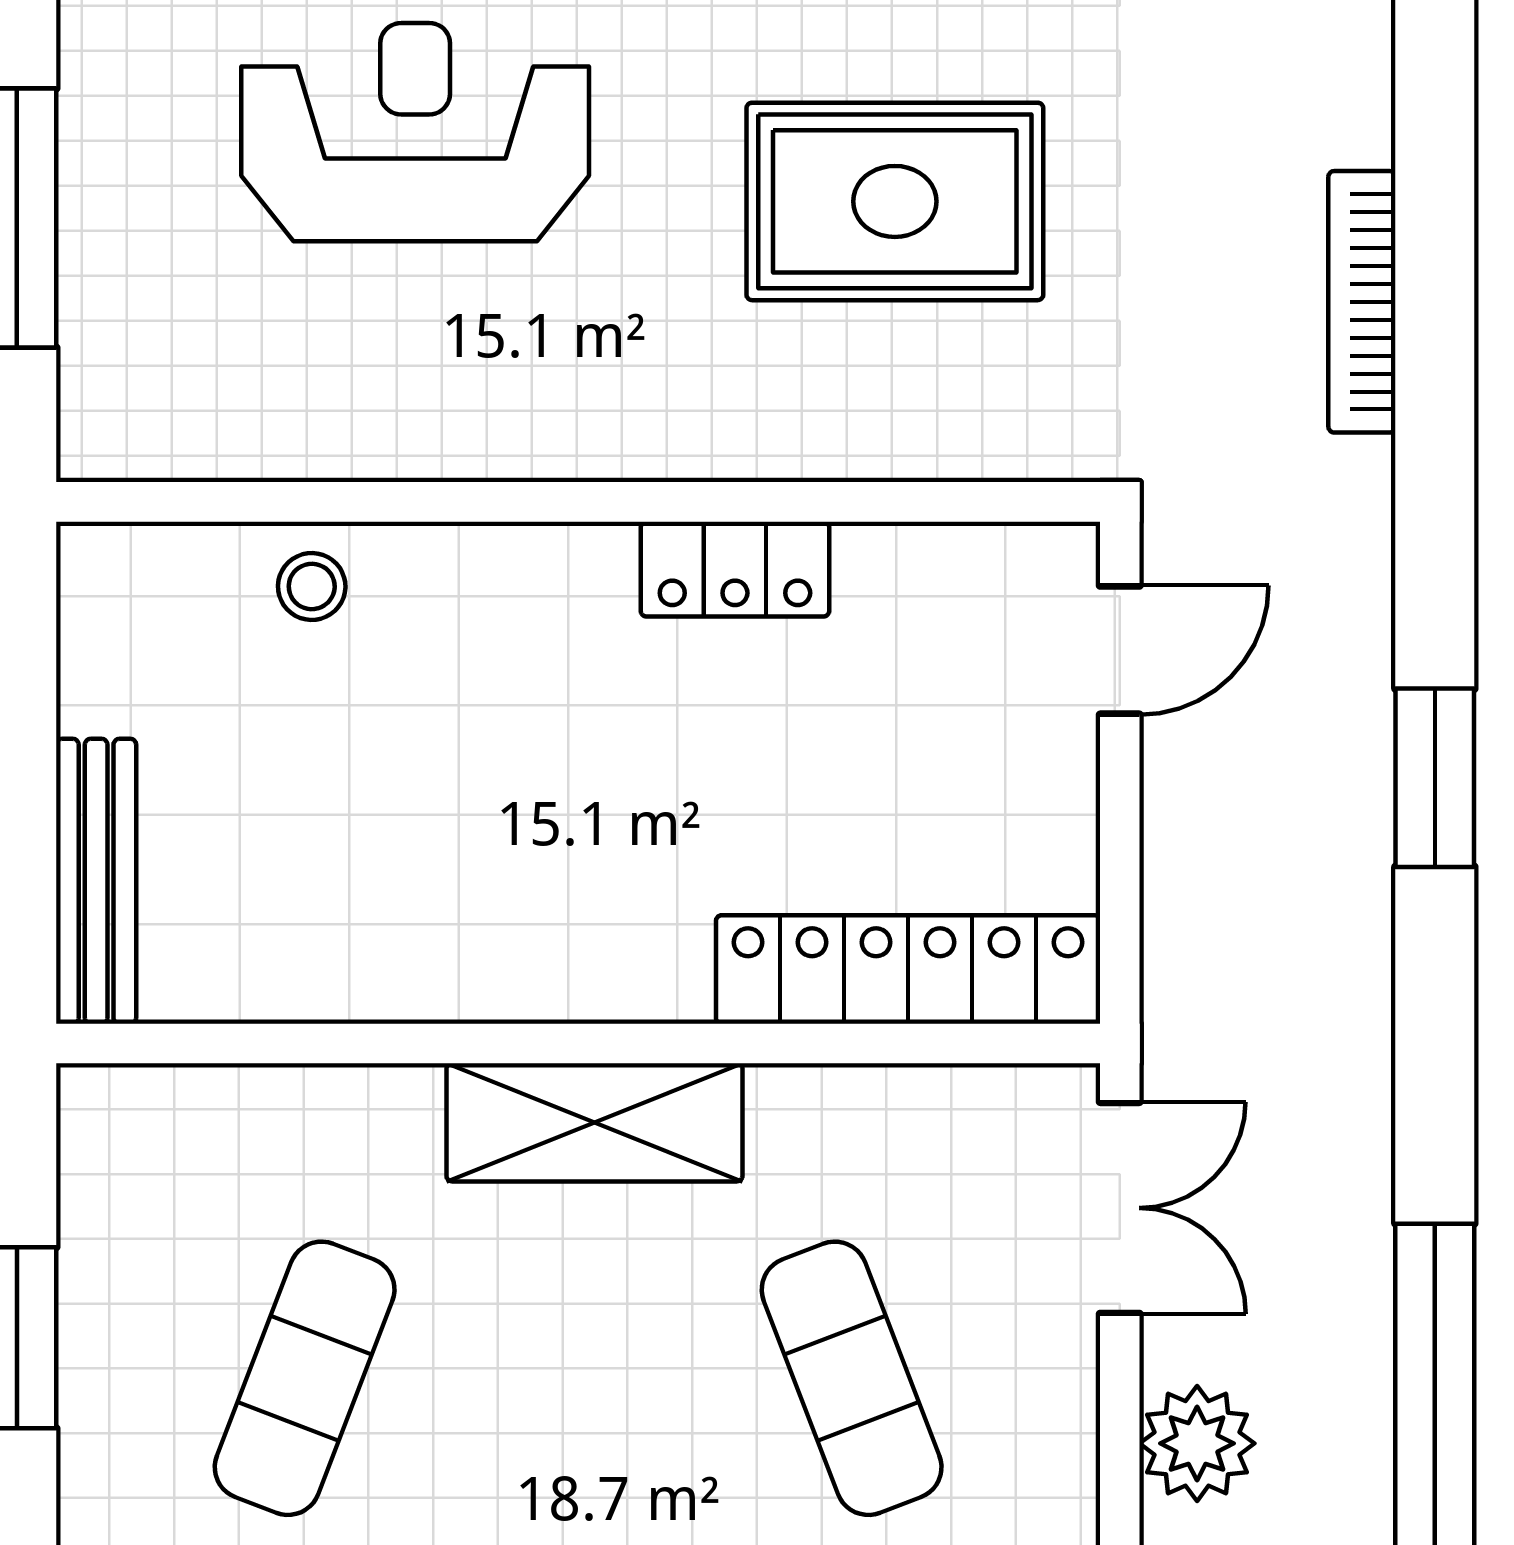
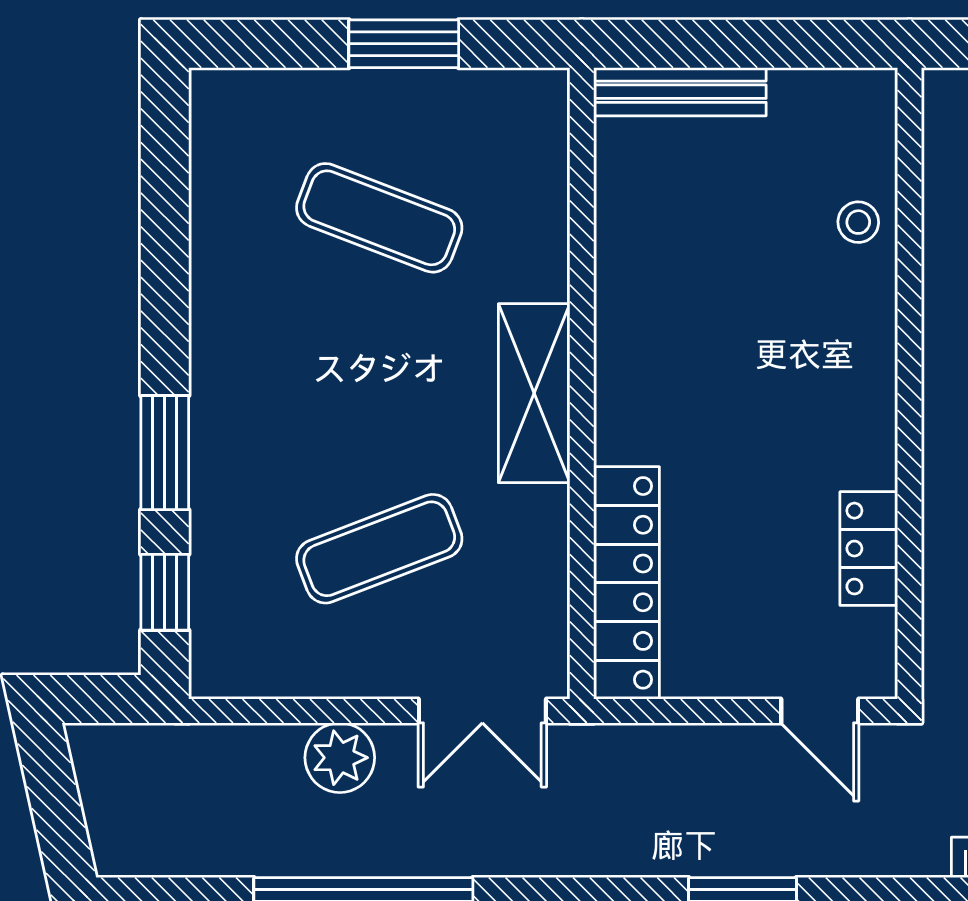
locker: (735, 569) -> (869, 549), moved

